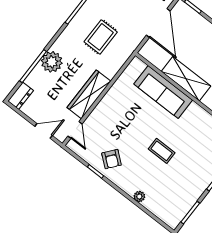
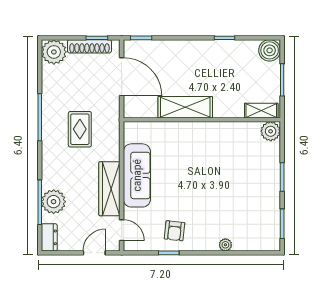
plant: (52, 62) -> (54, 202), moved
sofa: (163, 92) -> (137, 175), moved, turned -90
coffee table: (162, 151) -> (214, 189), removed
armchair: (112, 159) -> (175, 231), turned 57

